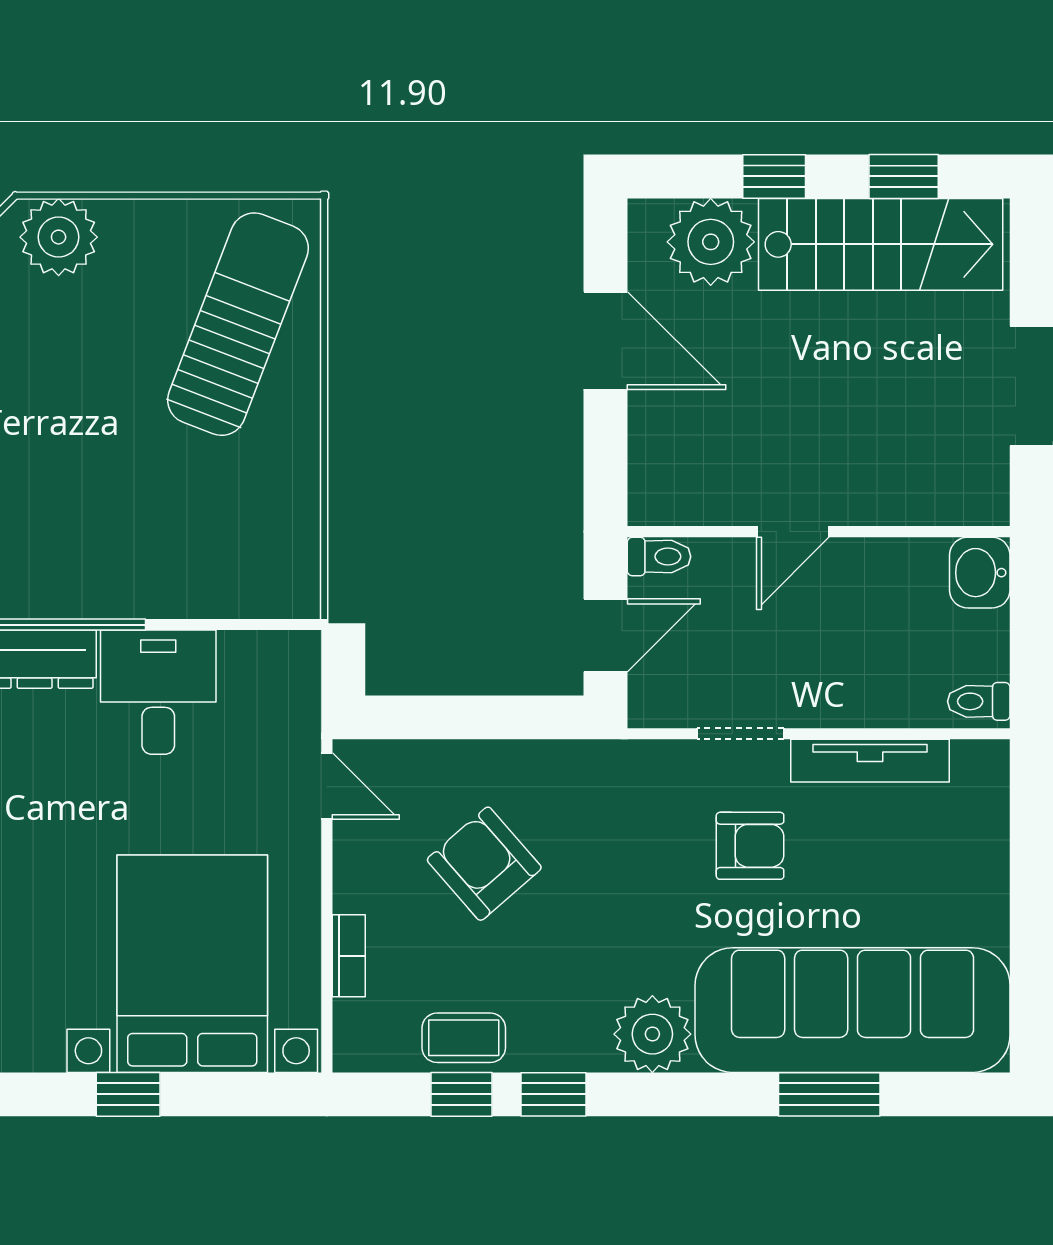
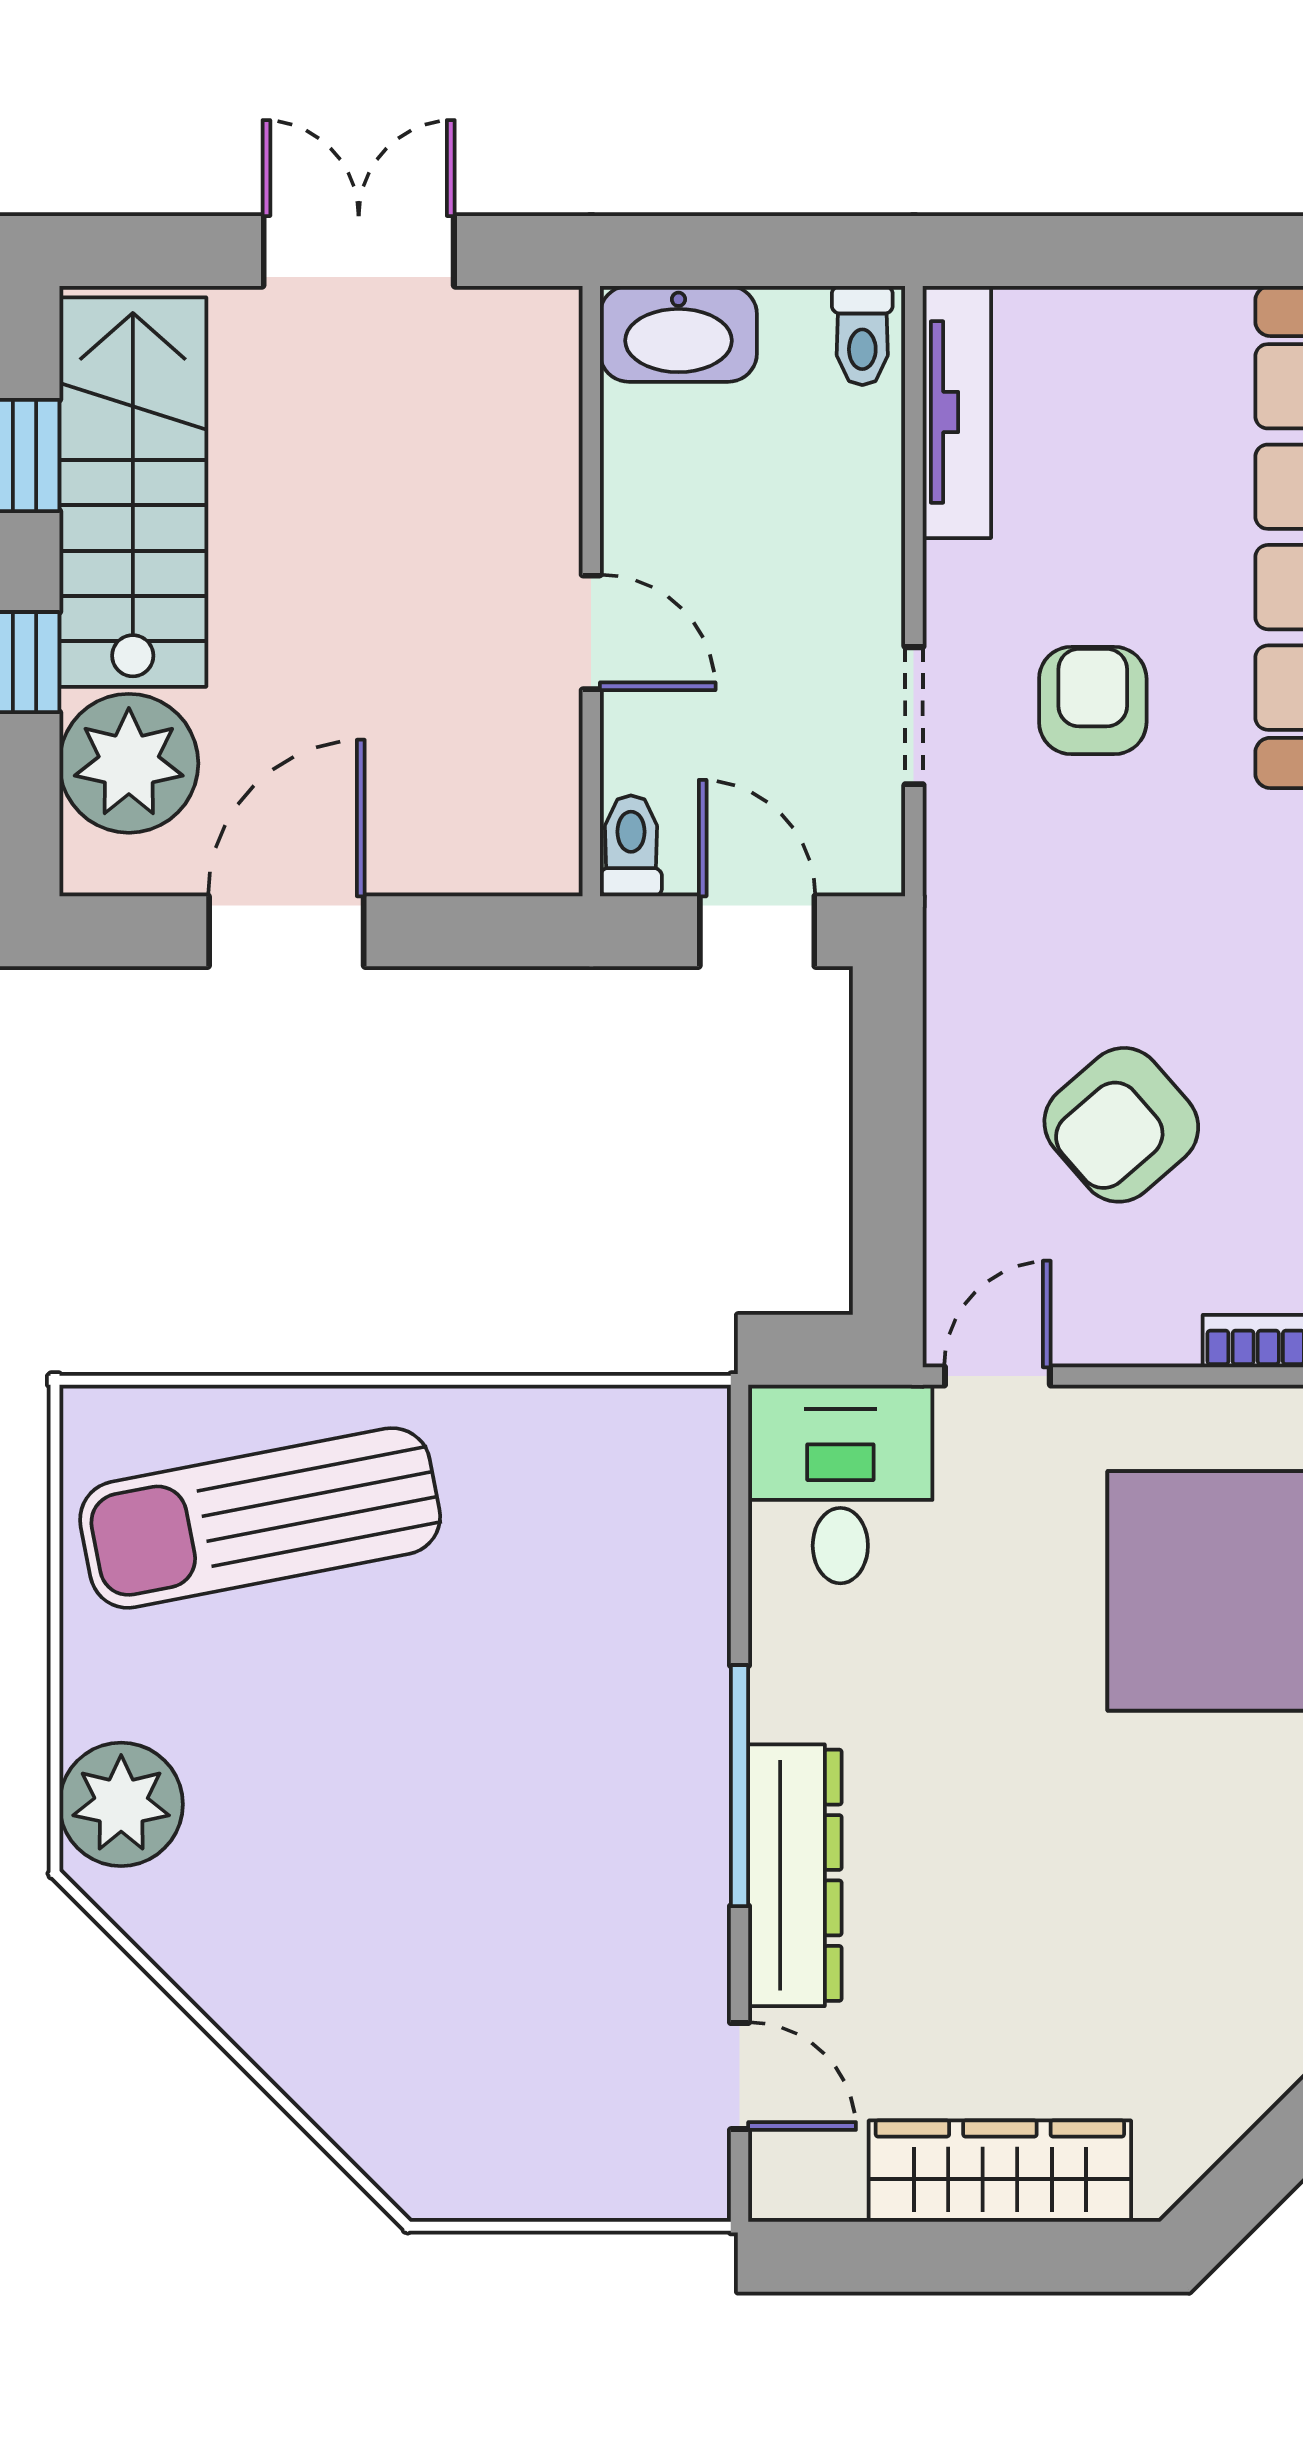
sun lounger: (238, 324) -> (260, 1518), turned -32
washbasin: (980, 573) -> (678, 334), width x1.38
desk: (158, 692) -> (840, 1484), moved, turned 90
tv unit: (870, 761) -> (957, 412), moved

